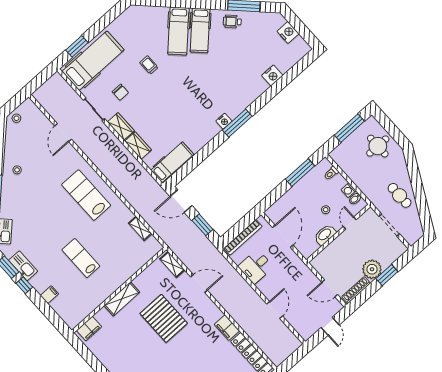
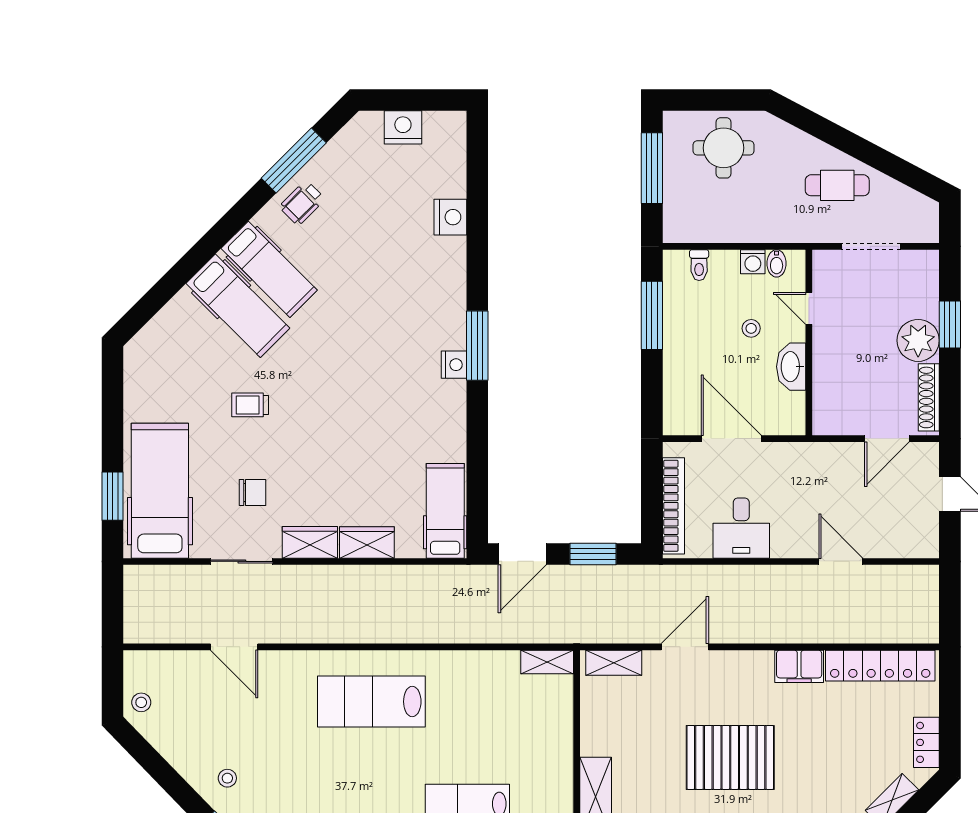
shelving: (140, 228) -> (547, 662), moved
pallet: (164, 318) -> (730, 757), moved

